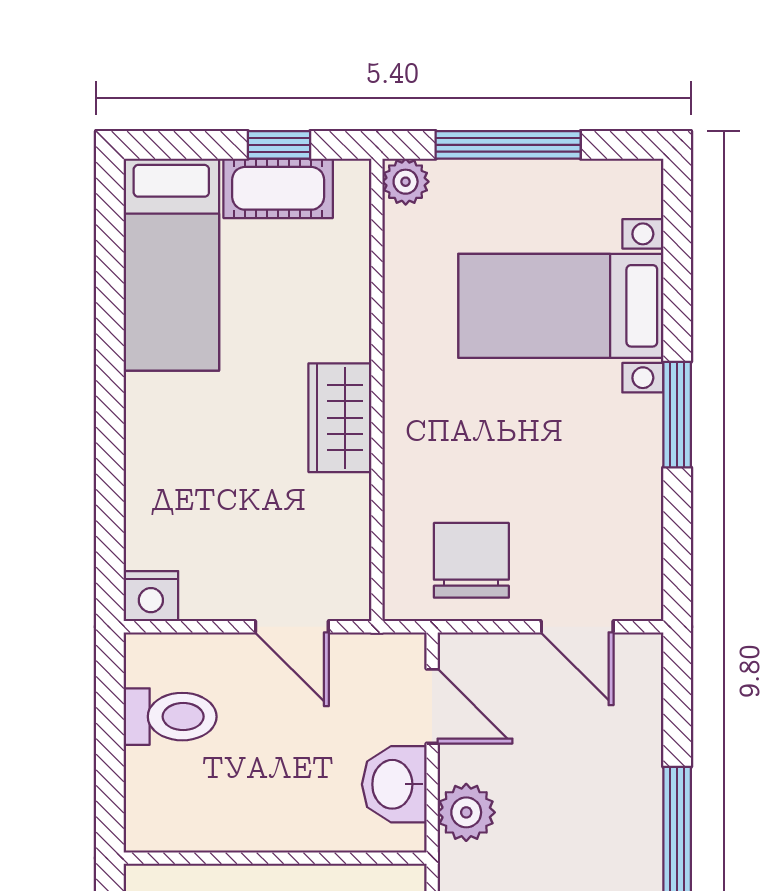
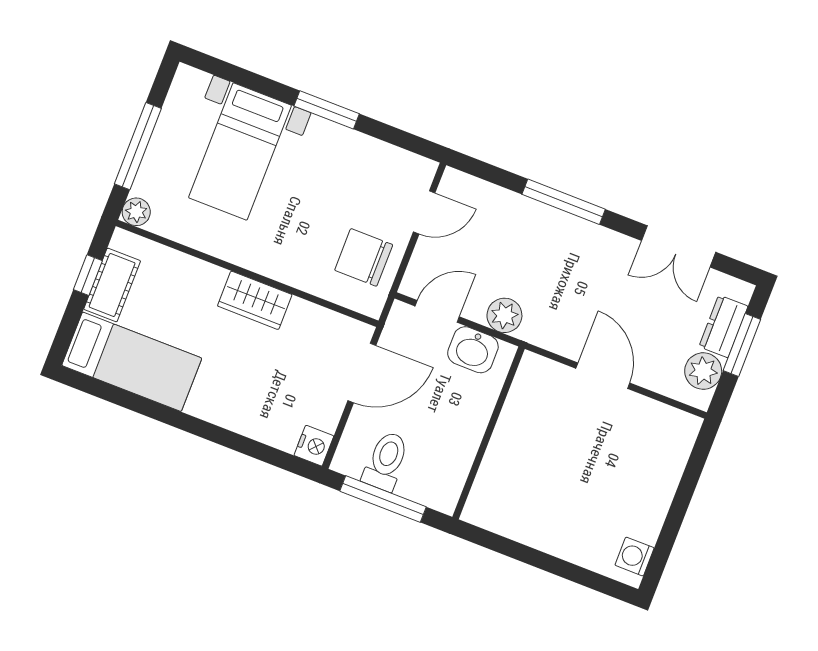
door: (292, 627) -> (362, 373), width x1.38
window: (110, 735) -> (383, 499), added

